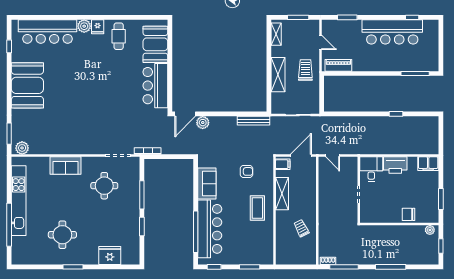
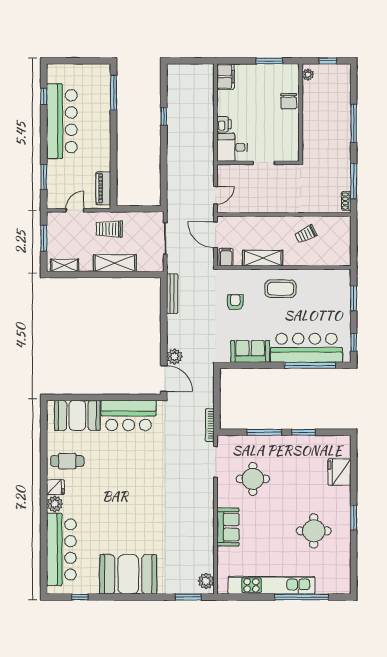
printer: (395, 165) -> (224, 124), width x0.53, depth x0.68

